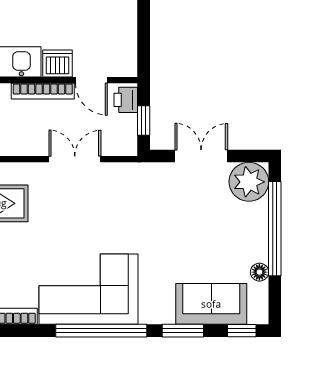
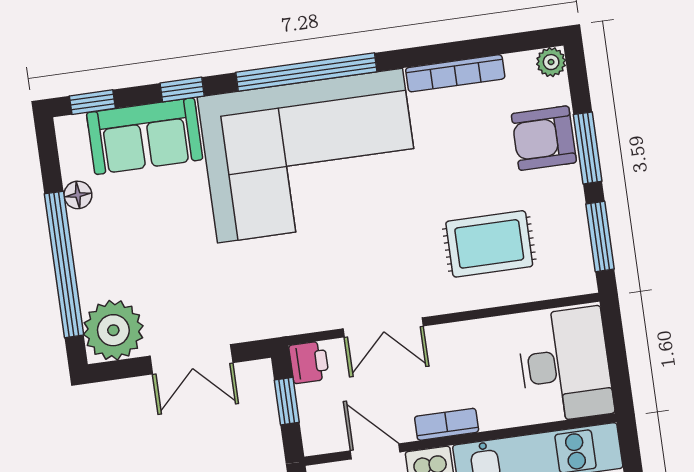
bookcase: (43, 91) -> (447, 424), width x0.64
printer: (126, 100) -> (309, 362), moved
corner sofa: (88, 289) -> (310, 156), width x1.36, depth x1.36
window: (183, 331) -> (182, 90), width x0.67

